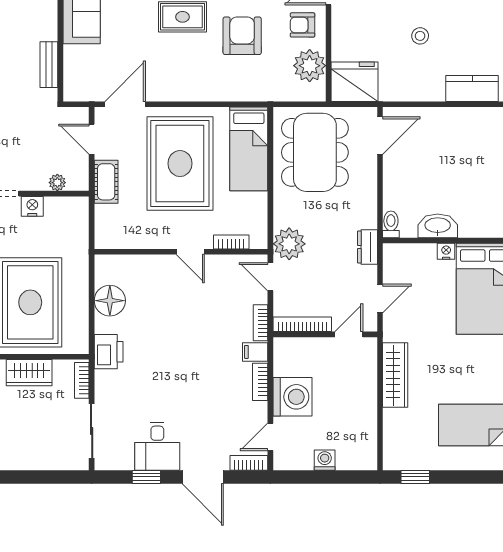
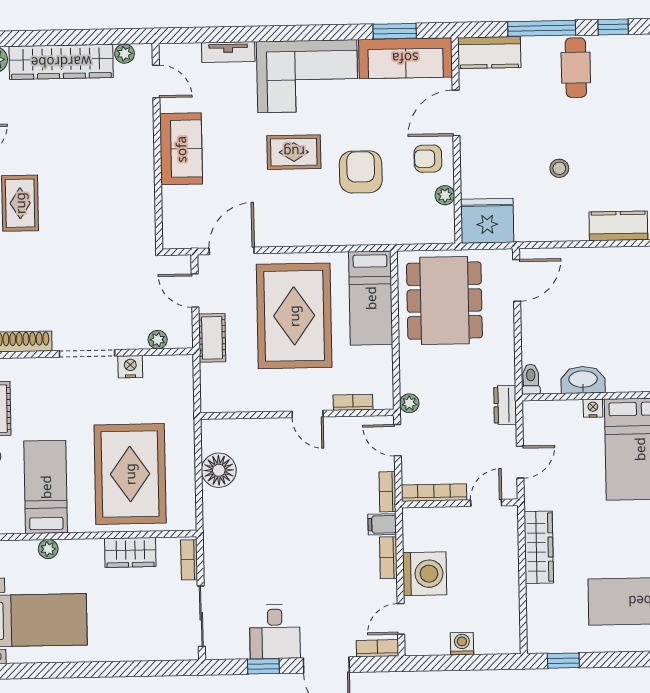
bench: (49, 65) -> (146, 208), removed
plant: (310, 66) -> (445, 195), width x0.53, depth x0.53
plant: (289, 244) -> (409, 403), width x0.53, depth x0.53
printer: (109, 352) -> (219, 527), removed

